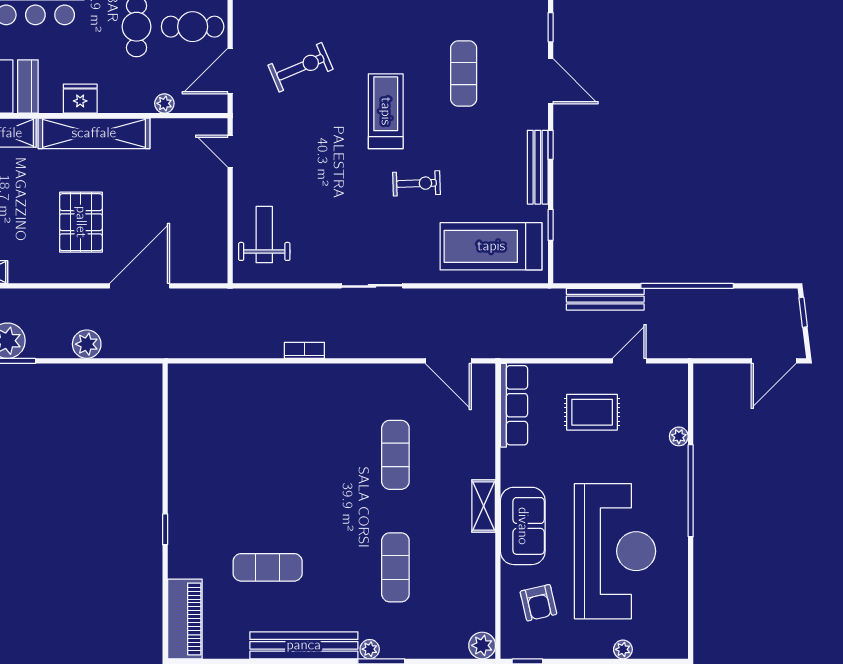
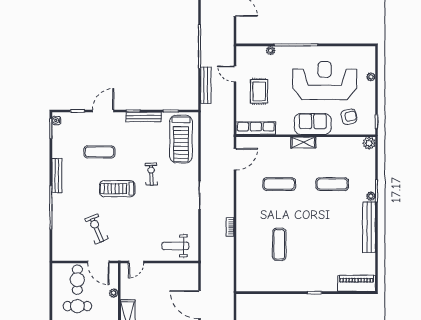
exercise mat: (268, 567) -> (279, 244), moved

